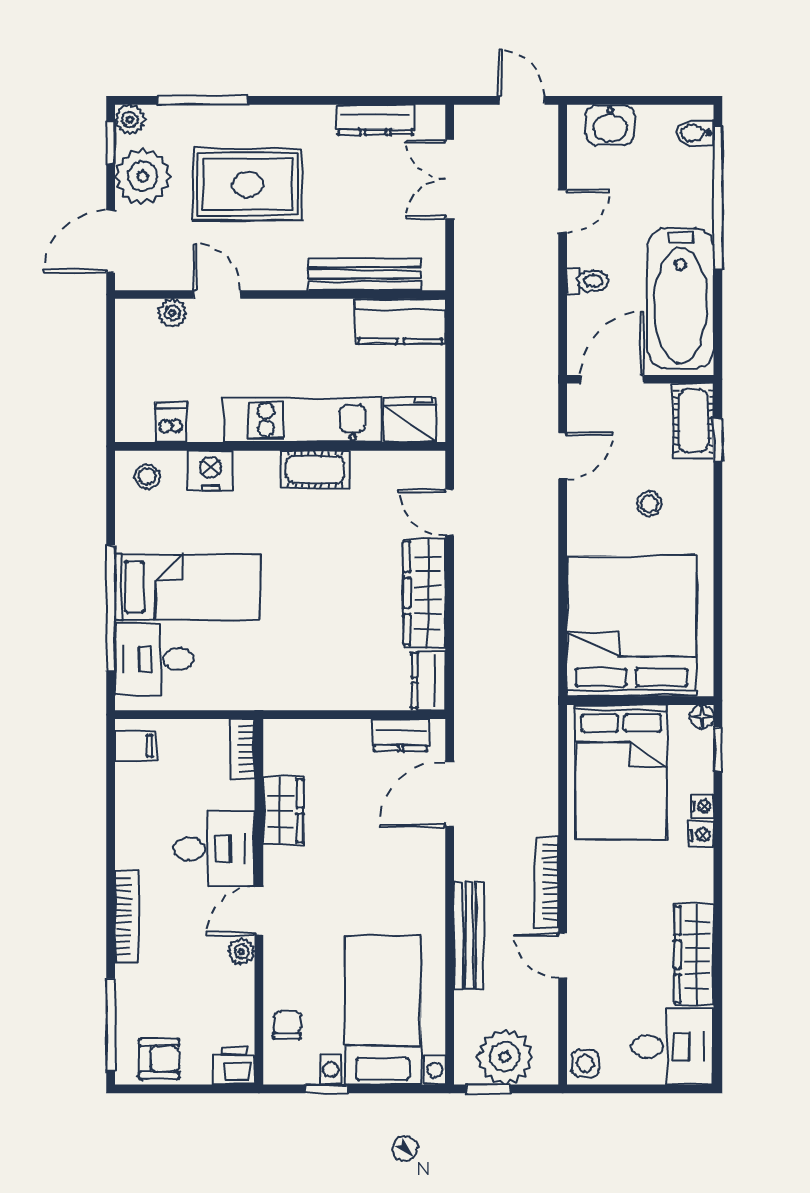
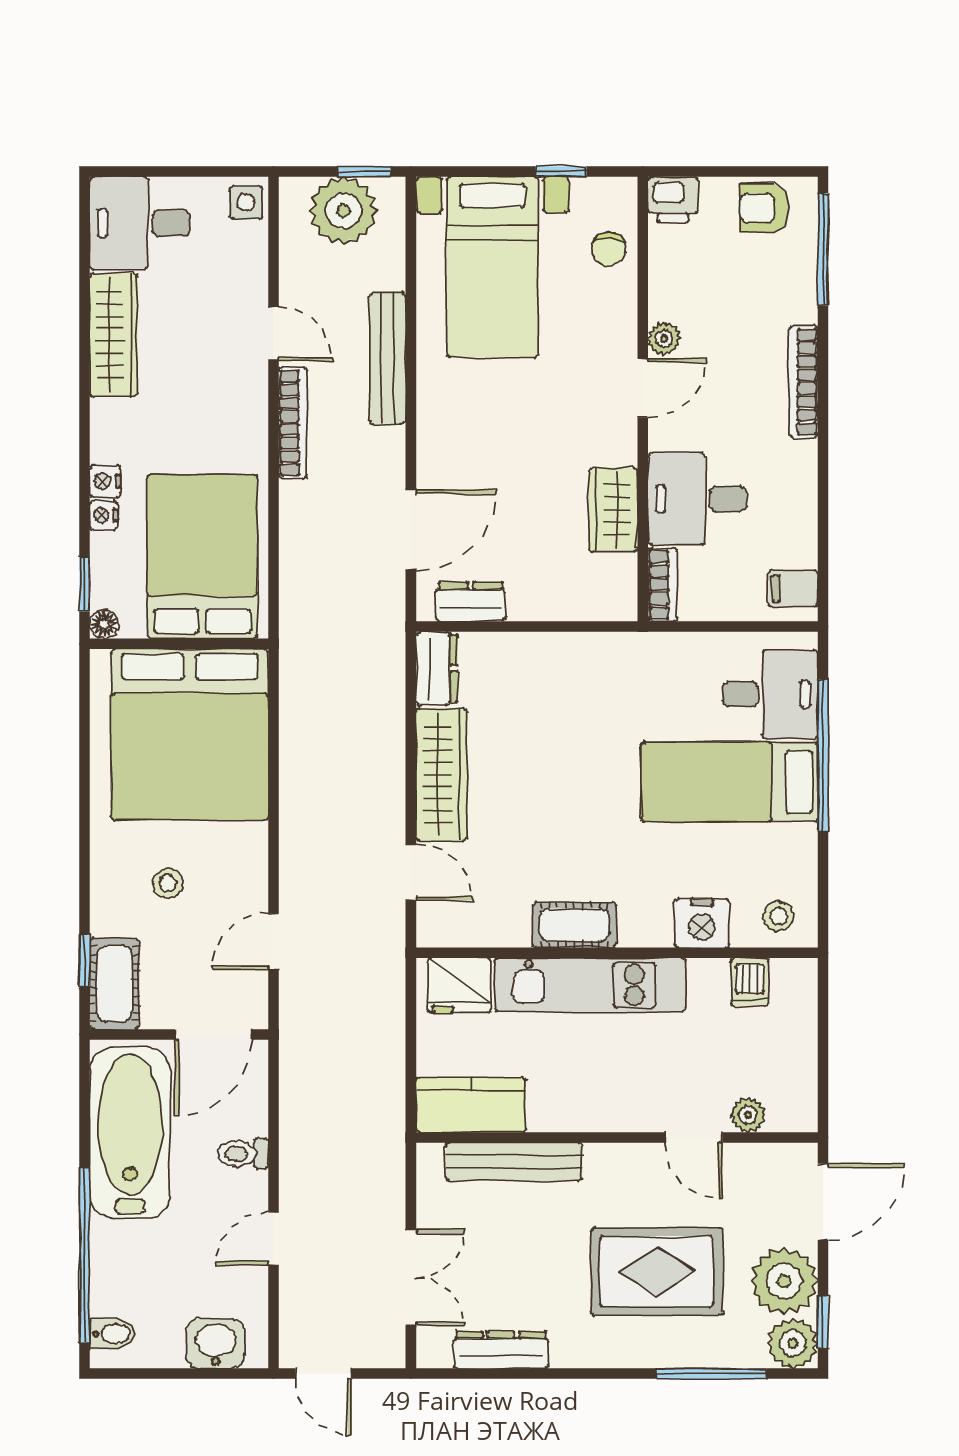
plant: (130, 120) -> (793, 1343), width x1.38, depth x1.38
desk: (214, 849) -> (697, 499), moved

